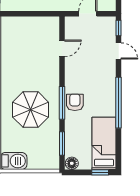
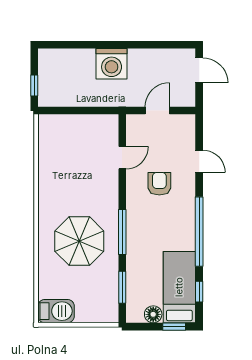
window: (119, 28) -> (199, 292), moved
armchair: (75, 102) -> (159, 184), moved
floor lamp: (72, 163) -> (153, 314), moved

